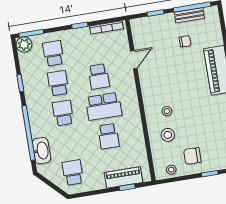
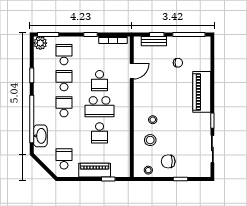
bench: (189, 15) -> (154, 41), moved
piano: (124, 177) -> (95, 170), moved

